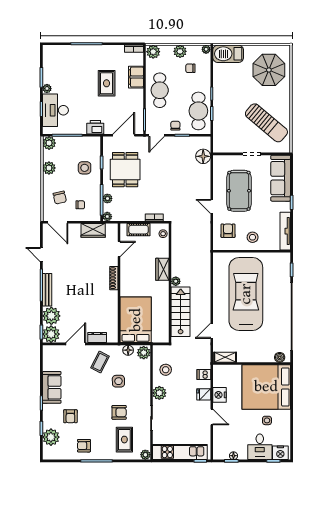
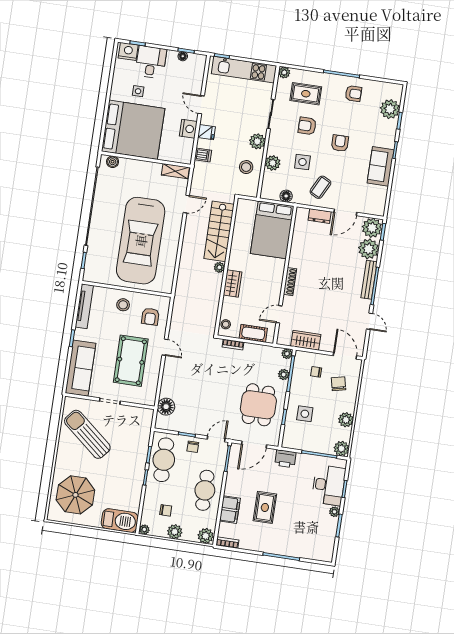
plant: (144, 353) -> (273, 163), moved
armchair: (70, 416) -> (340, 143), moved
rug: (124, 440) -> (306, 94), turned 90

